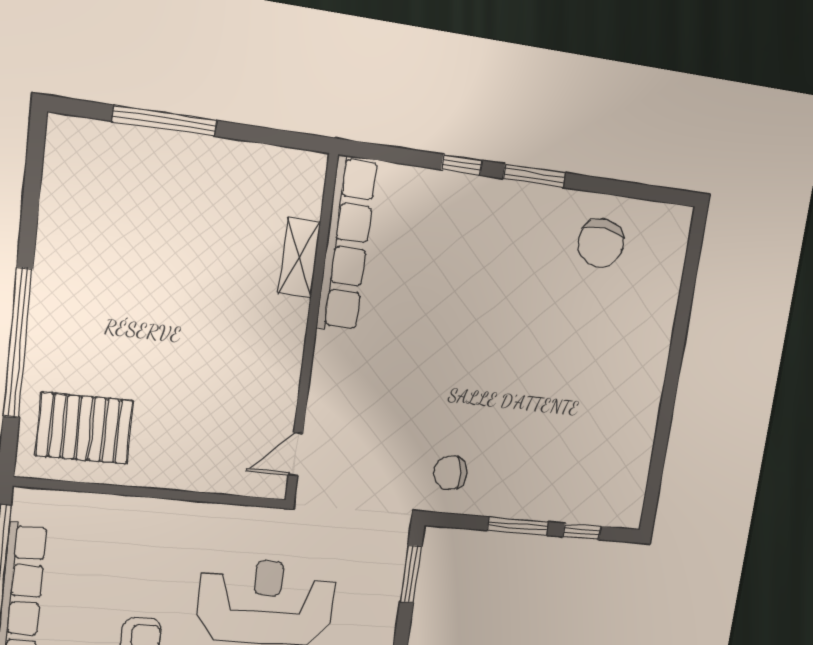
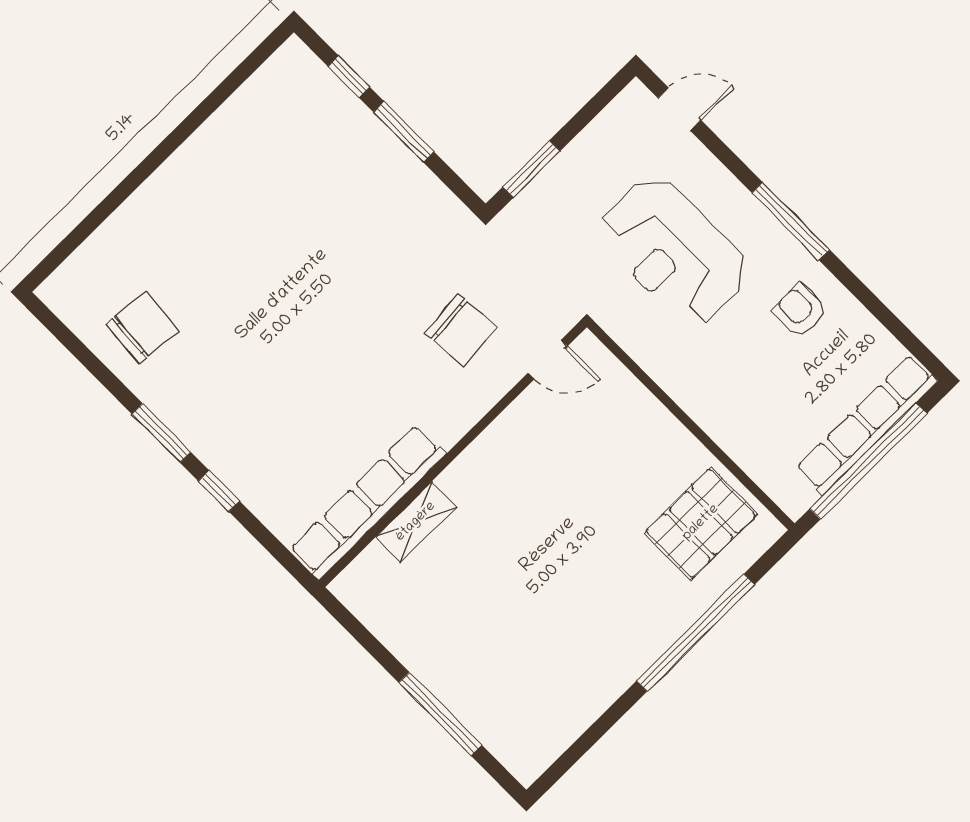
pallet: (84, 428) -> (701, 523), turned 90
chair: (450, 473) -> (461, 330), moved, width x1.37, depth x1.37

